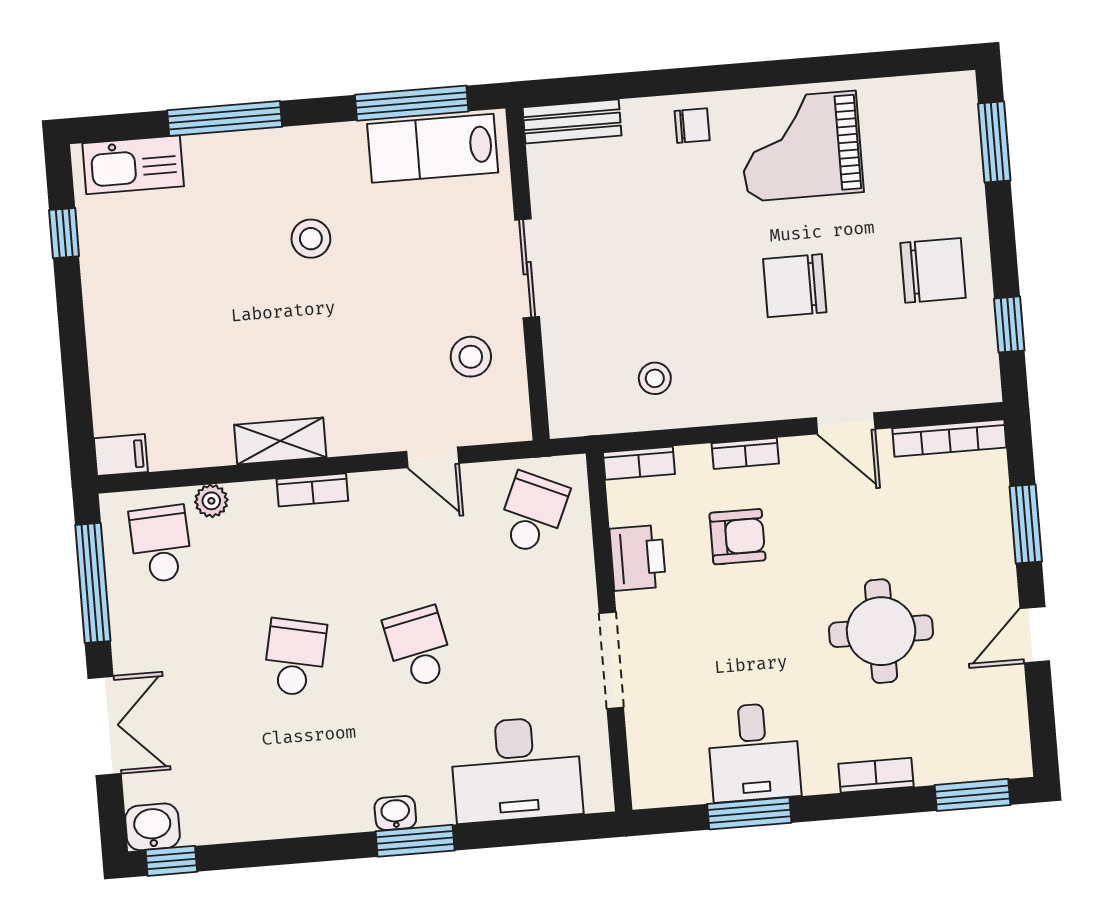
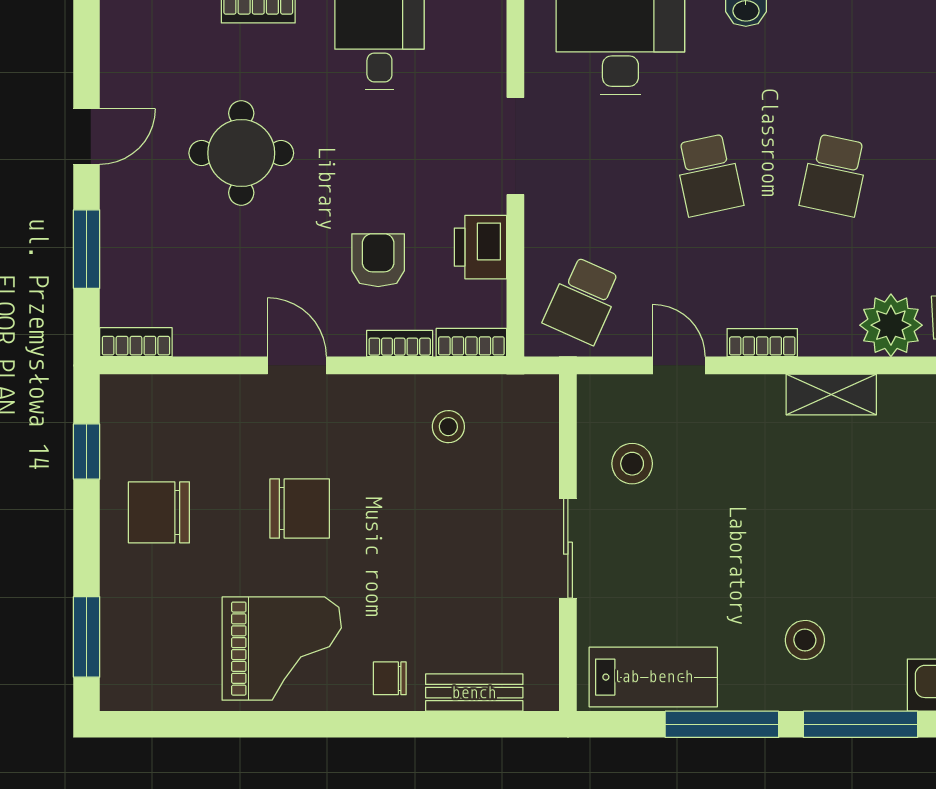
window: (412, 103) -> (722, 724), moved
bench: (572, 121) -> (474, 693), moved
stool: (311, 239) -> (805, 640), moved
door: (846, 423) -> (297, 365), moved
bookcase: (949, 438) -> (136, 342), width x0.64
bookcase: (745, 453) -> (400, 343), moved
bookcase: (312, 490) -> (762, 343), moved
plant: (211, 501) -> (891, 325), width x1.87, depth x1.87
armchair: (737, 537) -> (378, 260), turned 90

